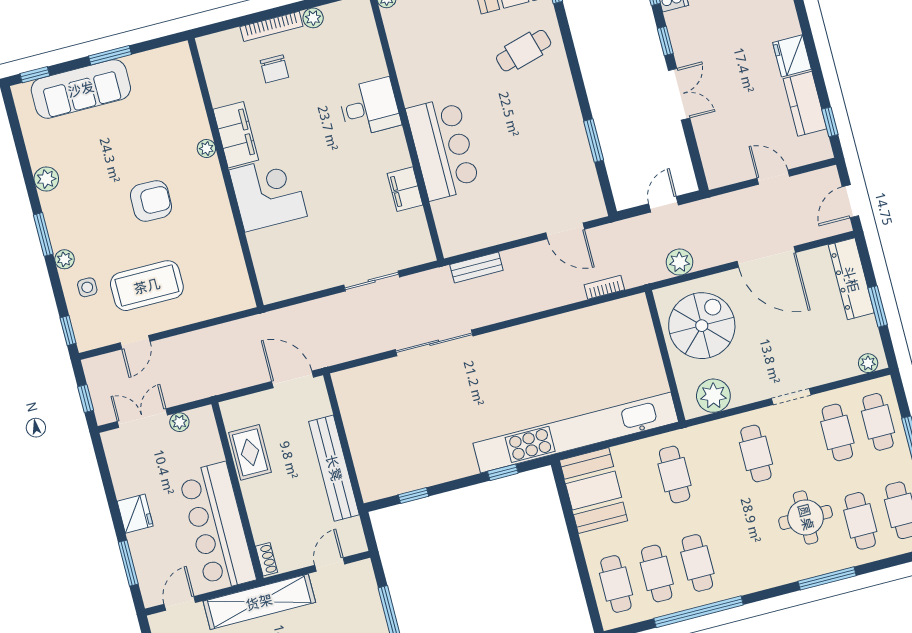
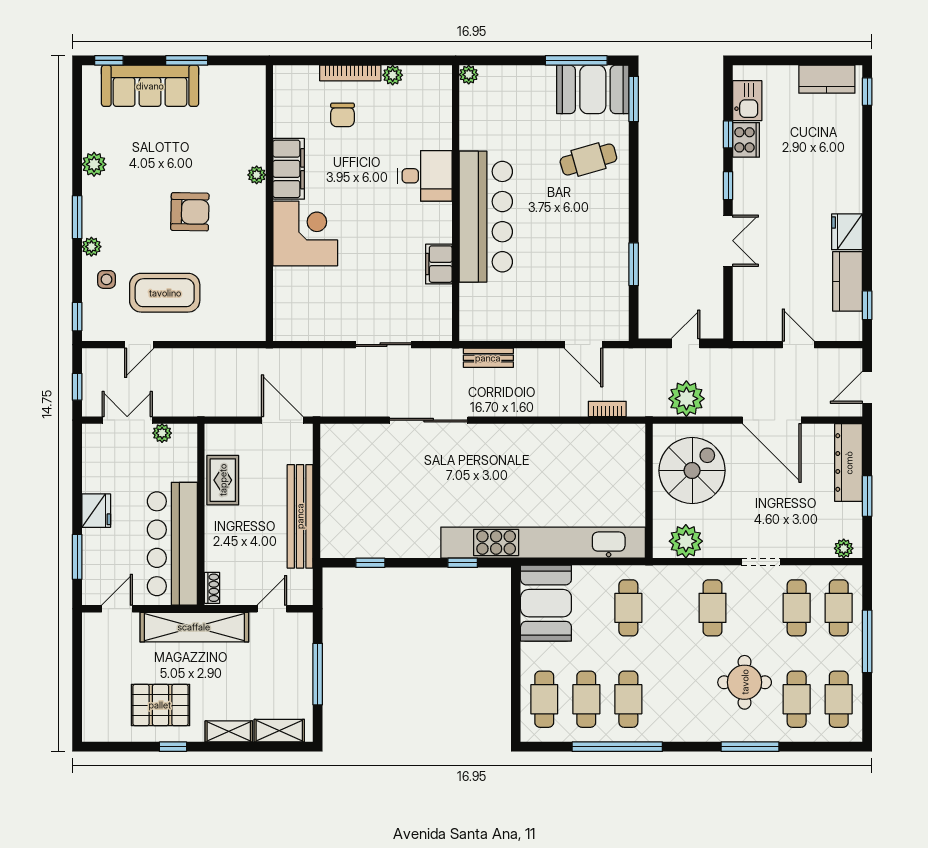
bar counter: (443, 148) -> (486, 217), width x1.36
plant: (680, 262) -> (686, 399), width x1.36, depth x1.36

